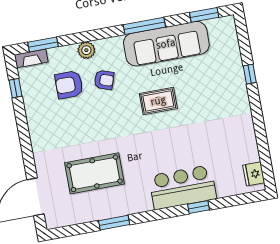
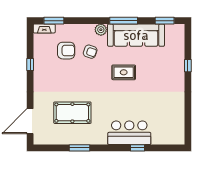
plant: (86, 50) -> (101, 30), moved
armchair: (69, 85) -> (66, 51), turned 180
window: (16, 88) -> (30, 65), moved
fridge: (254, 174) -> (178, 133), removed

